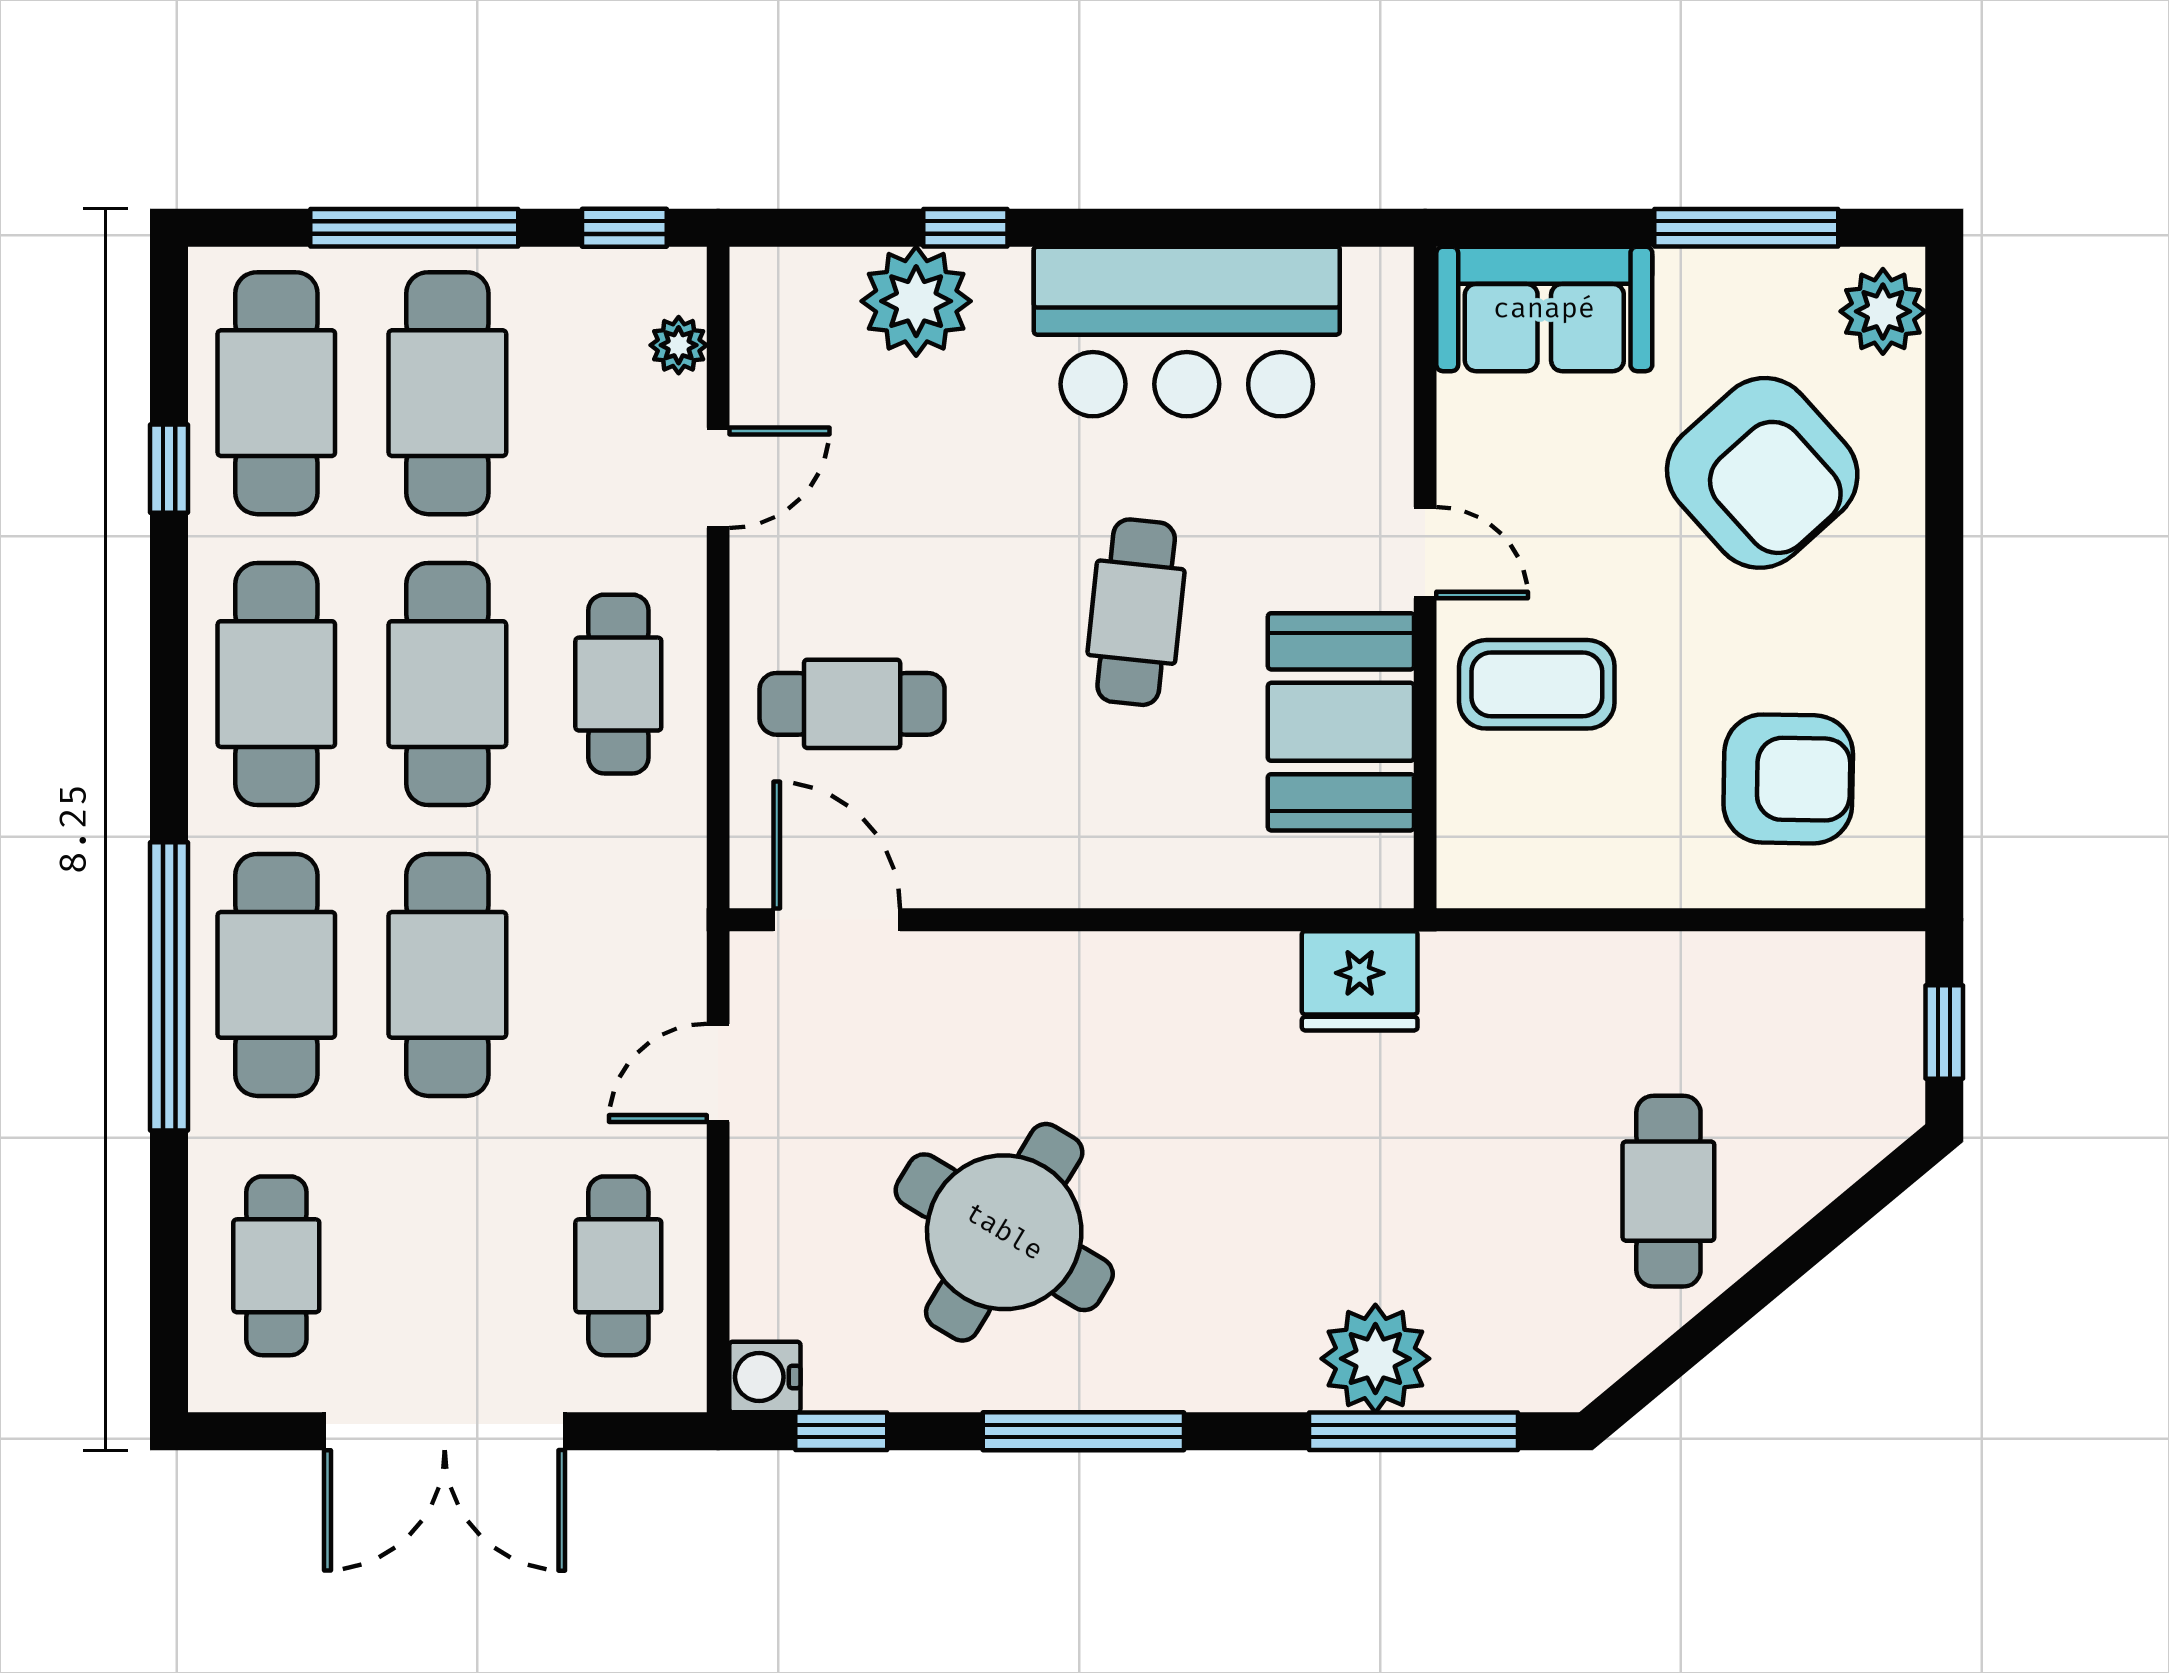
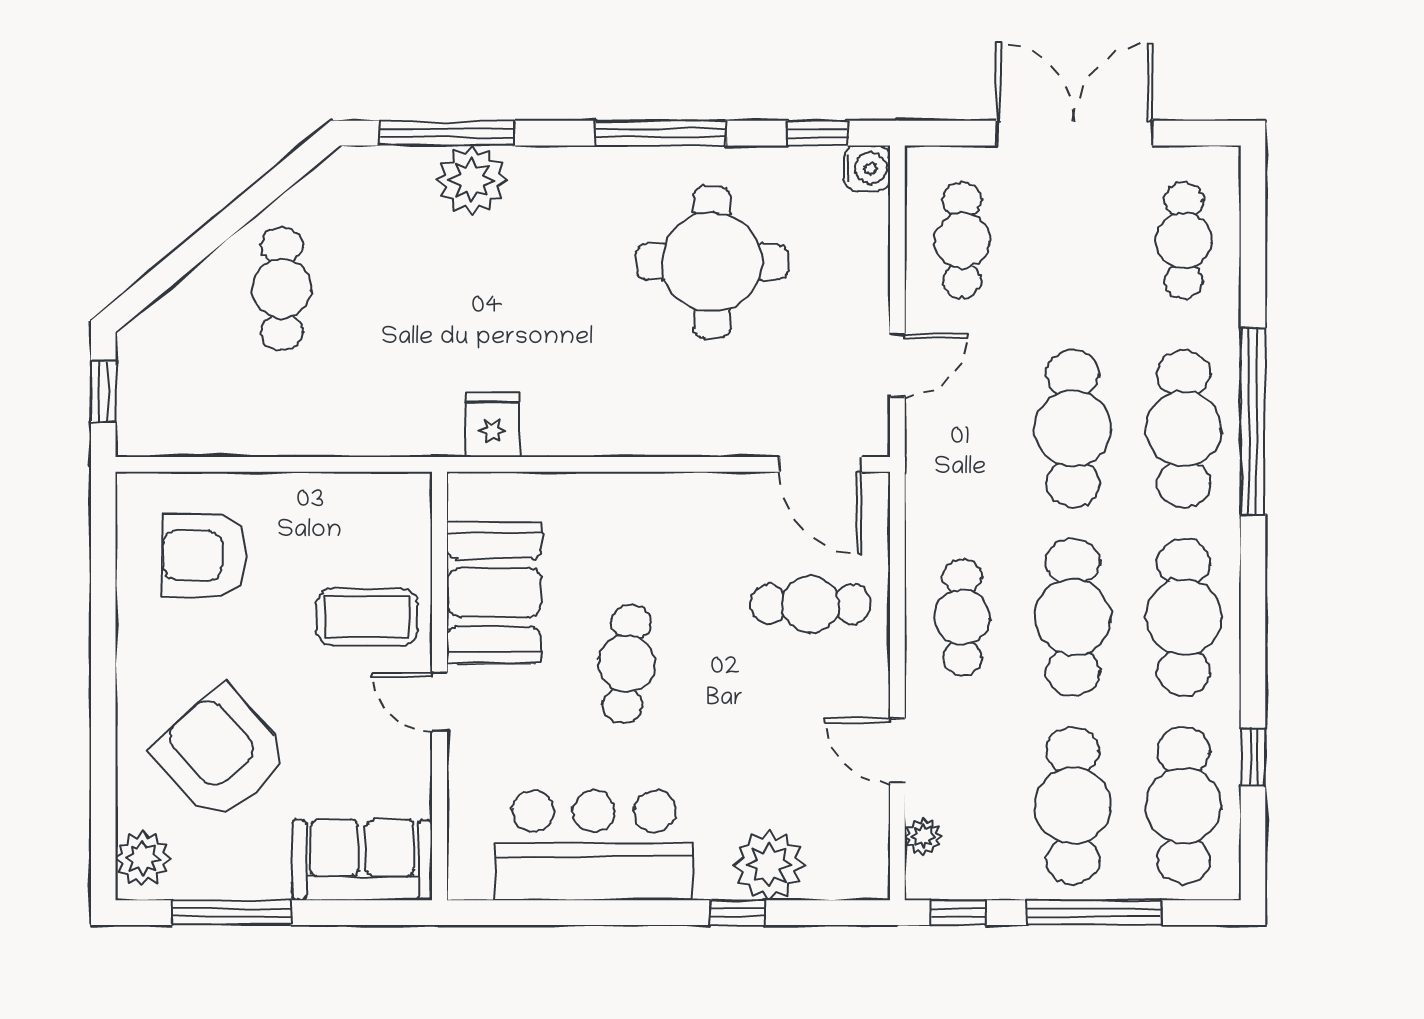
door: (718, 478) -> (897, 751), hinge flipped
fridge: (1360, 981) -> (492, 425), width x0.72
round table: (1004, 1232) -> (712, 262), turned -31

